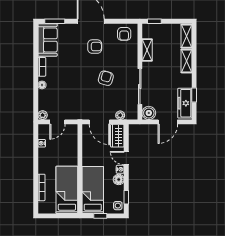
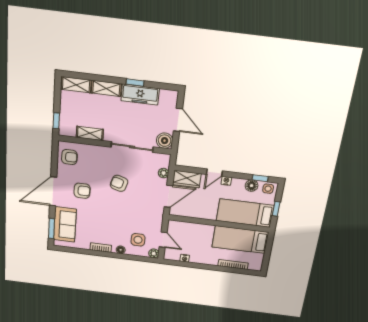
sofa: (48, 40) -> (65, 224), moved, turned 90
armchair: (95, 47) -> (82, 191), turned 90
window: (194, 95) -> (135, 82), moved
side table: (54, 100) -> (138, 240), added
freezer: (185, 103) -> (140, 95), moved
floor lamp: (119, 180) -> (252, 186), moved

